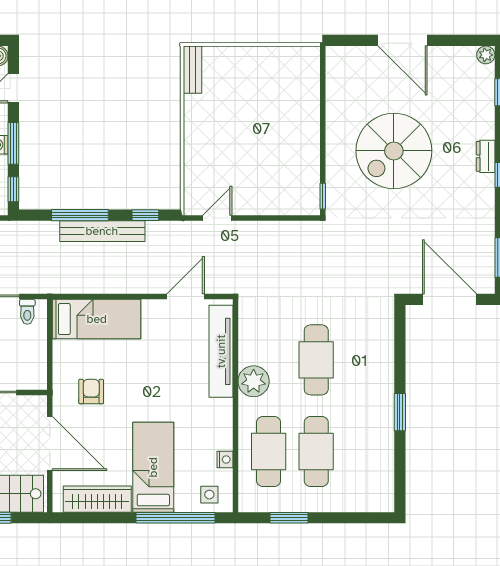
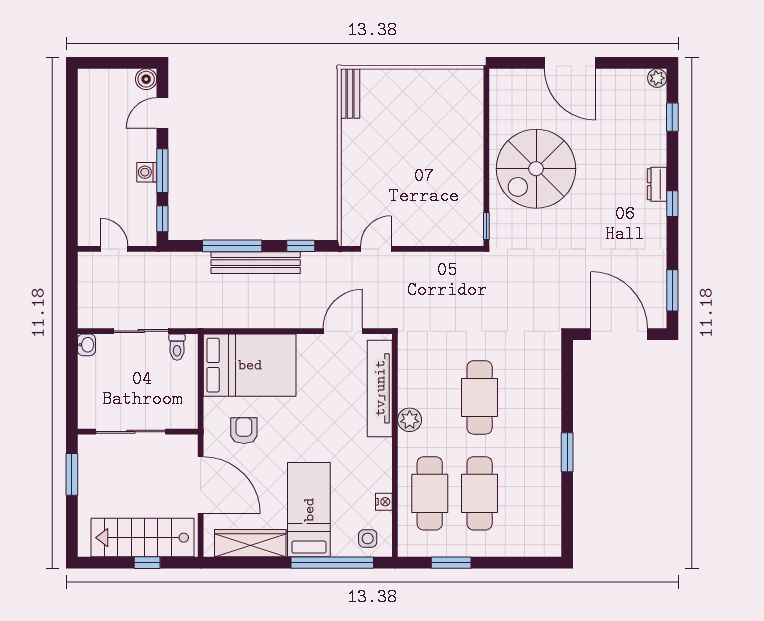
spiral stairs: (394, 151) -> (536, 169), moved
bed: (97, 319) -> (250, 365), width x1.50
plant: (254, 381) -> (410, 420), width x0.73, depth x0.73

